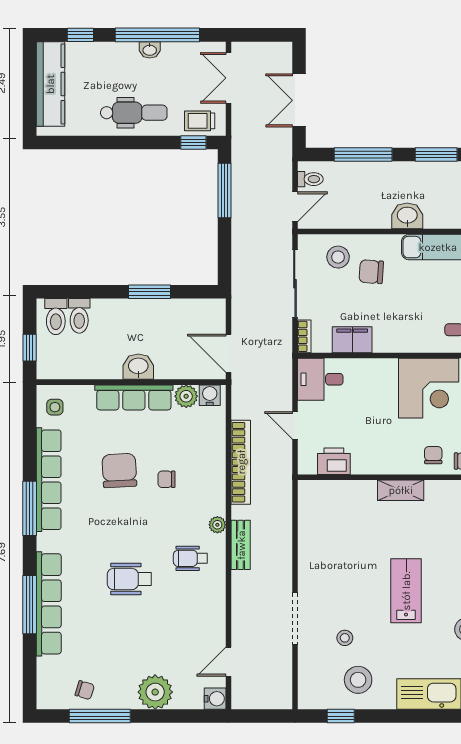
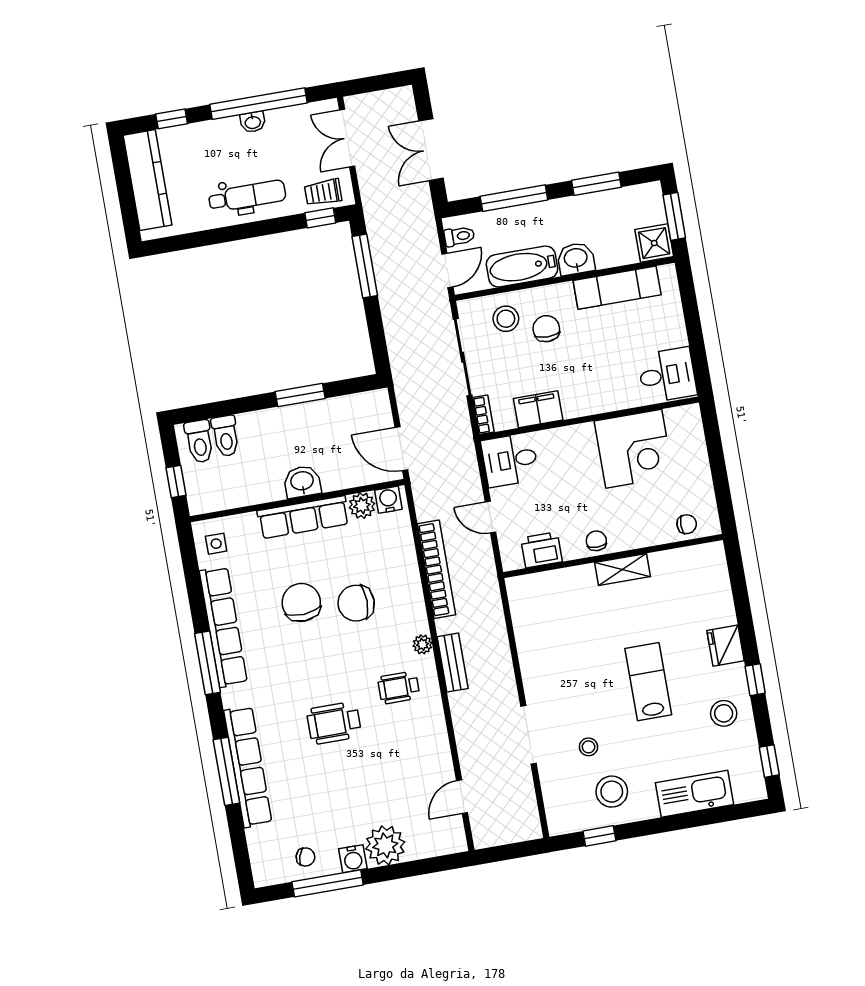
bathtub: (360, 215) -> (522, 266), added
chair: (371, 272) -> (546, 329), turned 86
chair: (433, 455) -> (596, 541), moved
chair: (166, 479) -> (356, 603), width x1.87, depth x1.87
water cooler: (215, 699) -> (353, 859), moved, turned 90

